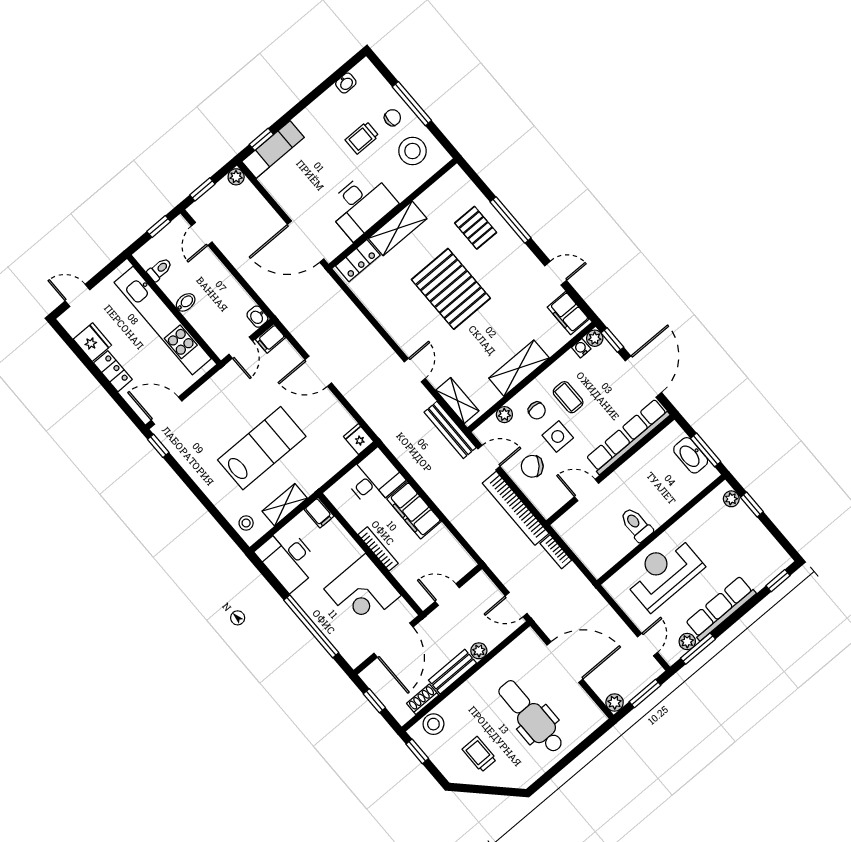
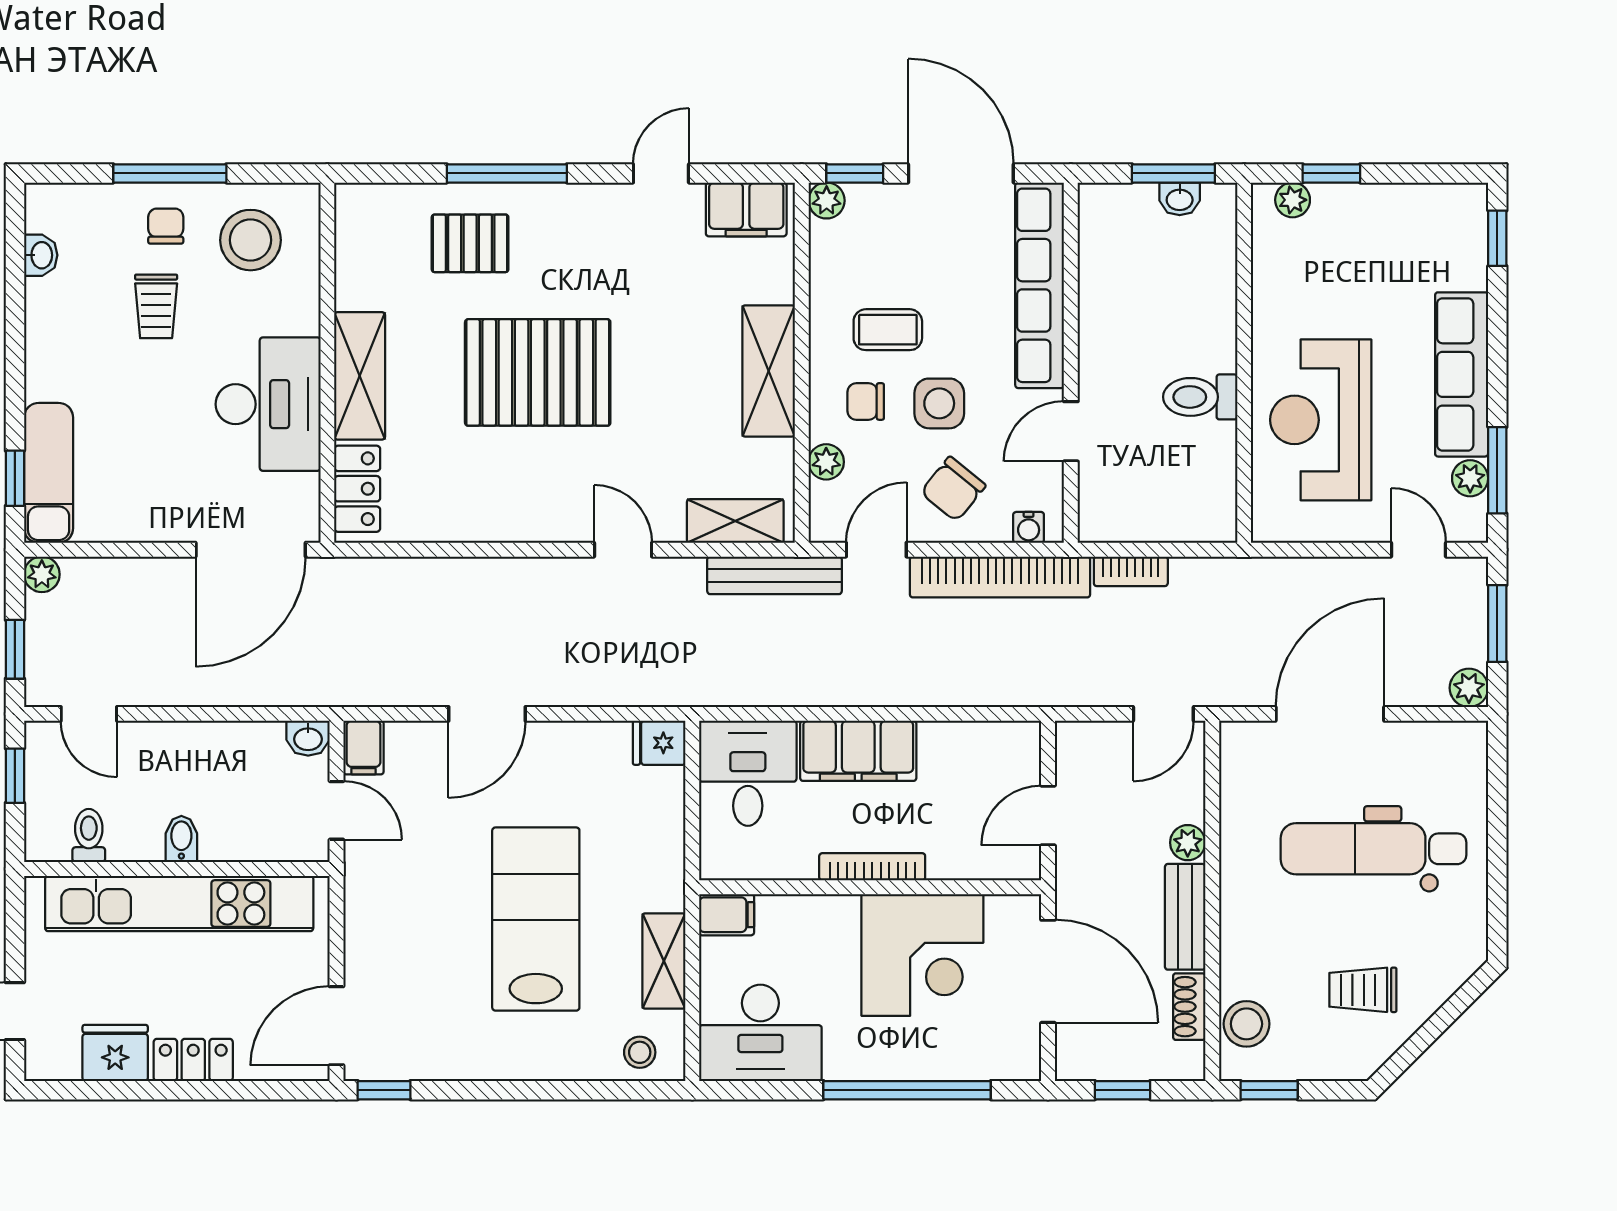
water cooler: (581, 348) -> (1029, 527), moved, turned -90
chair: (537, 411) -> (866, 401), turned 180
washbasin: (691, 455) -> (1180, 199), width x0.52, depth x0.69

